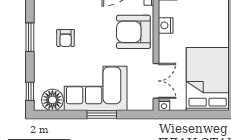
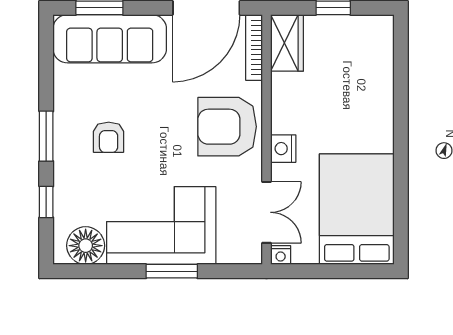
nightstand: (166, 25) -> (283, 149), moved
window: (30, 91) -> (46, 202), moved

